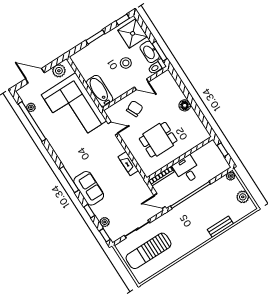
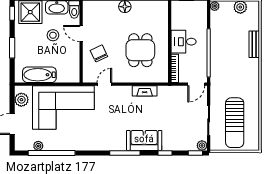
door: (141, 84) -> (81, 34), swing flipped
bathtub: (100, 91) -> (39, 75), moved
plant: (105, 222) -> (202, 146), moved

